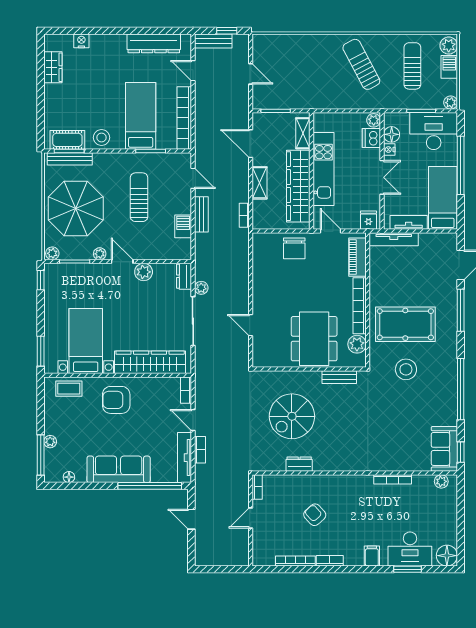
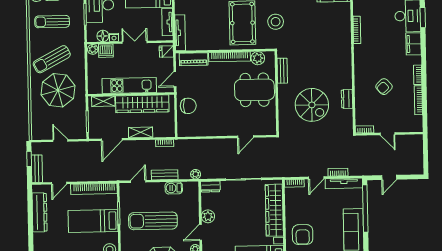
parasol: (319, 72) -> (58, 90), added
door: (251, 74) -> (60, 141), hinge flipped
sun lounger: (139, 197) -> (153, 221), width x1.36, depth x1.34
plant: (201, 288) -> (196, 174), moved
filing cabinet: (372, 556) -> (413, 44), width x2.00

